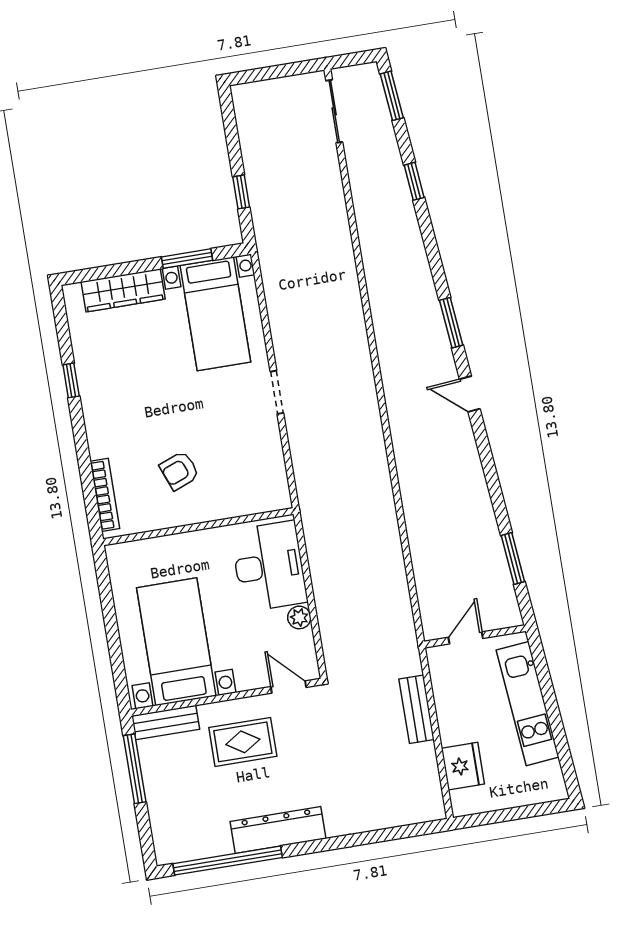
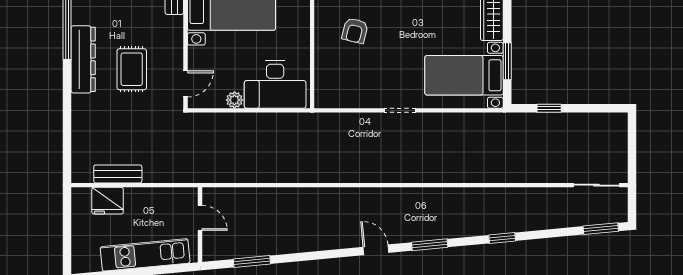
window: (414, 181) -> (502, 238), moved
door: (470, 394) -> (376, 250), hinge flipped
armchair: (179, 471) -> (355, 31), turned -145
bench: (417, 709) -> (118, 174), moved
rug: (243, 742) -> (132, 69), moved

